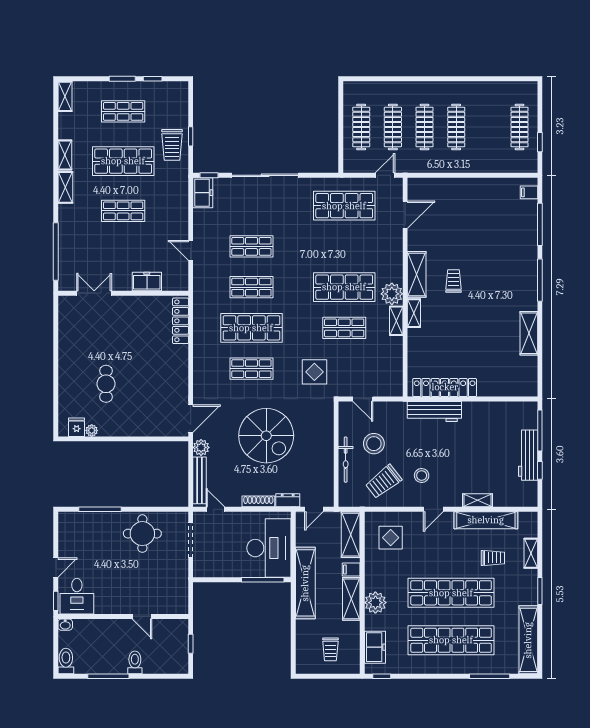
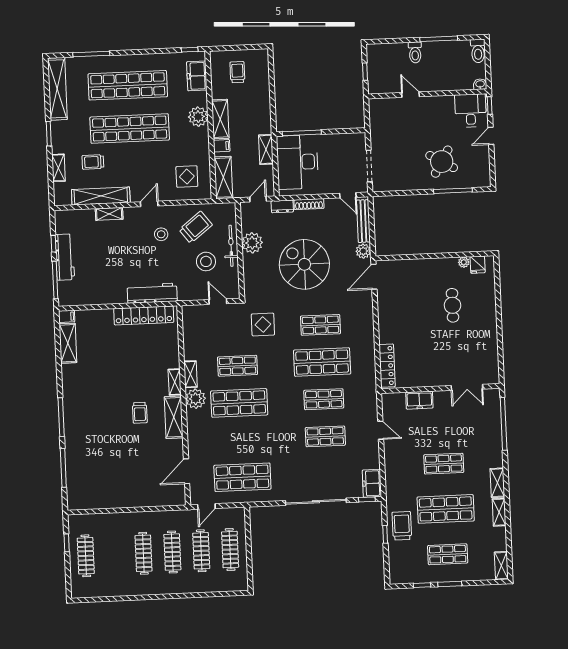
filing cabinet: (529, 192) -> (67, 316), moved
shelving: (529, 333) -> (68, 343), moved
plant: (322, 462) -> (252, 243), added
round table: (142, 534) -> (442, 162), moved, turned 30
shelving: (305, 583) -> (266, 149), width x0.45, depth x0.75

